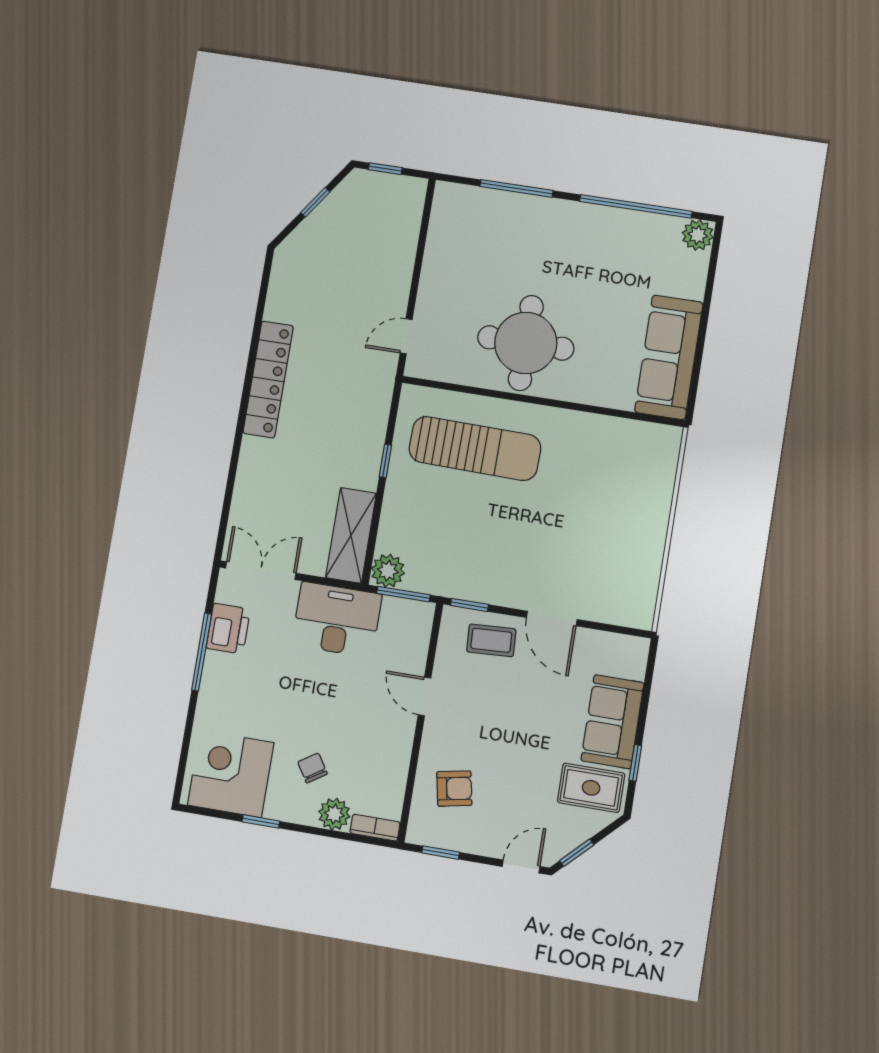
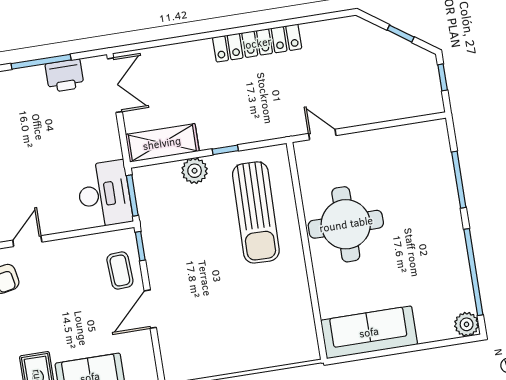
plant: (388, 571) -> (195, 171), moved
desk: (337, 620) -> (104, 194), moved
door: (424, 696) -> (27, 241), moved

